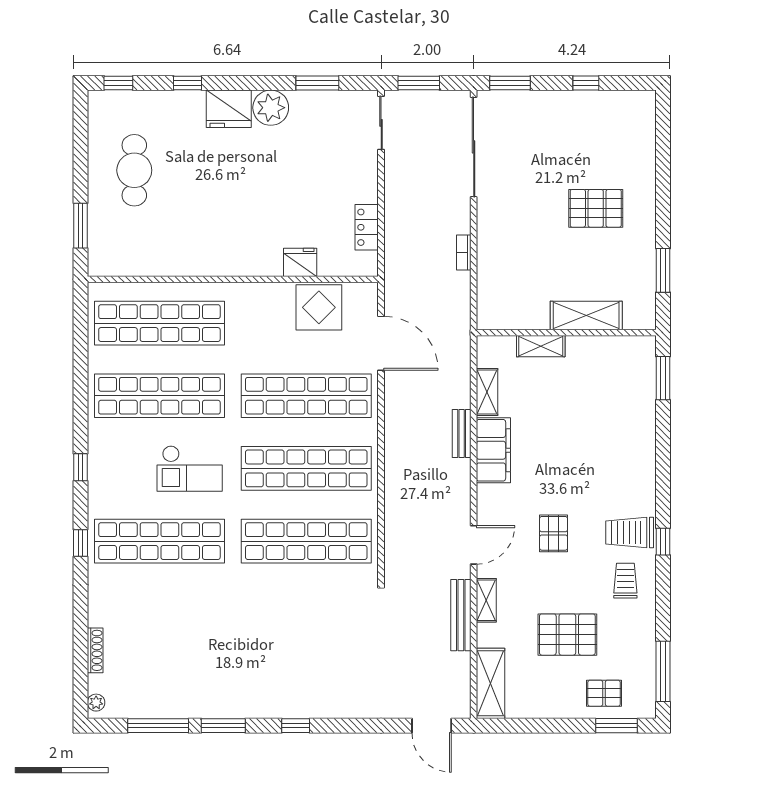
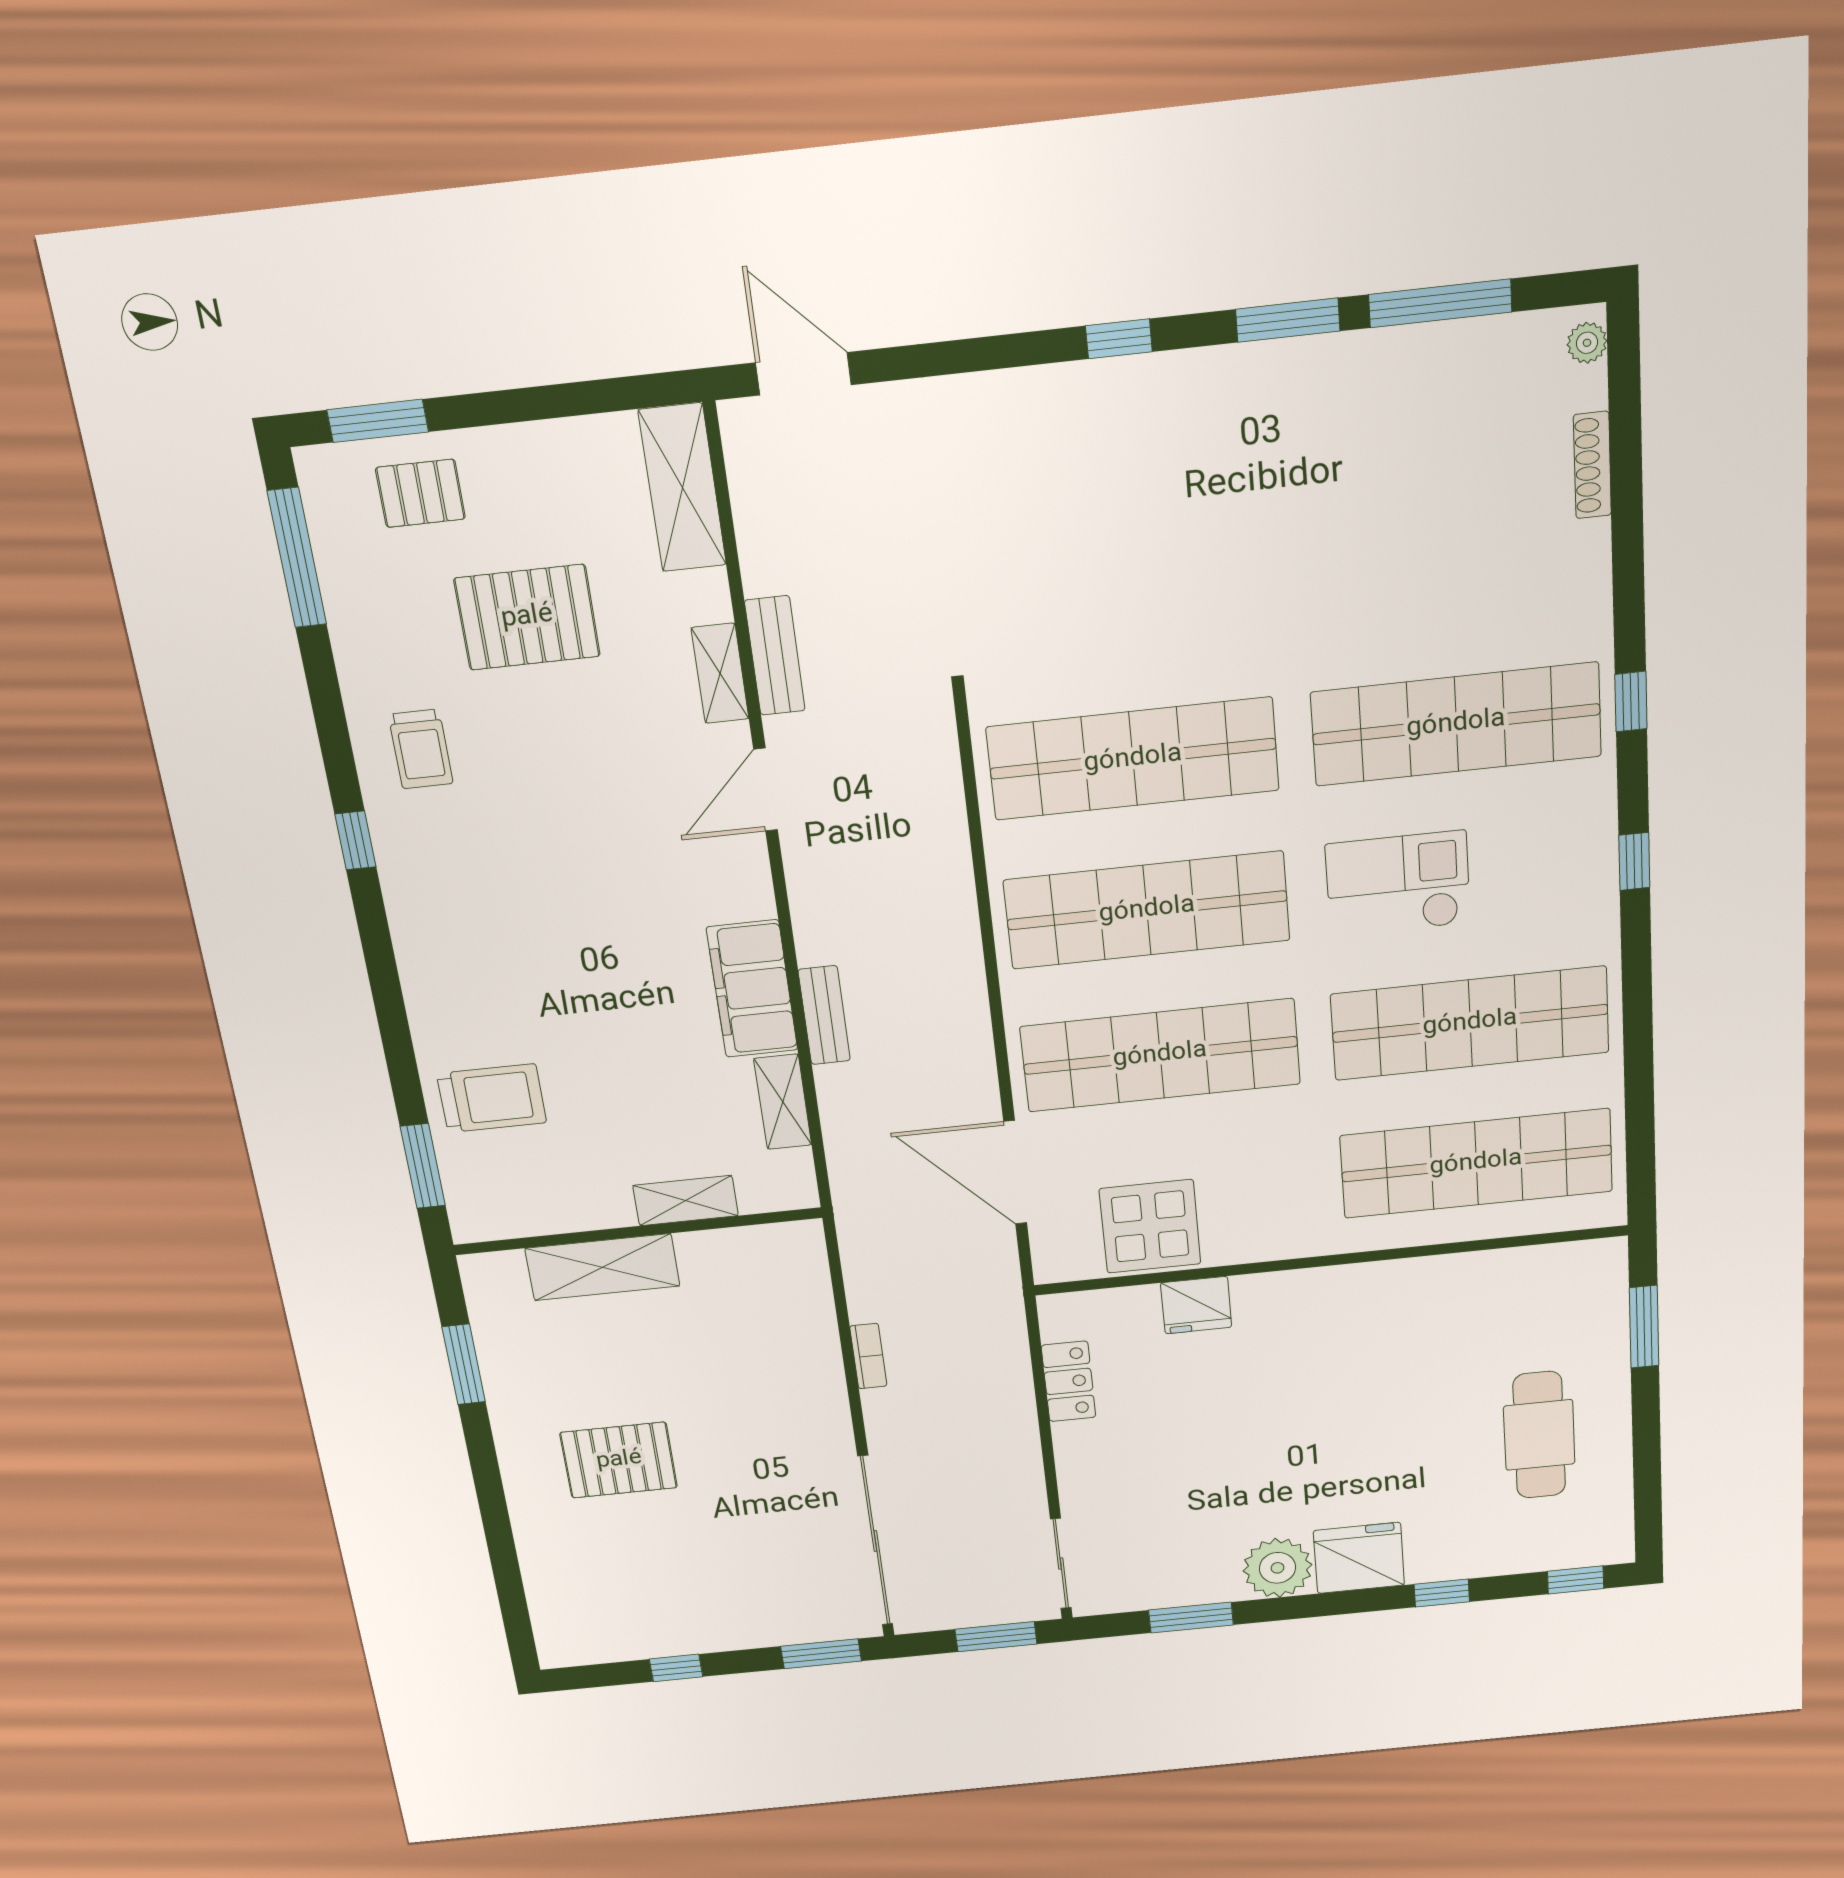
pallet: (554, 533) -> (596, 832), removed
trolley: (630, 533) -> (492, 1098), moved
bench: (461, 615) -> (775, 656), width x0.73

